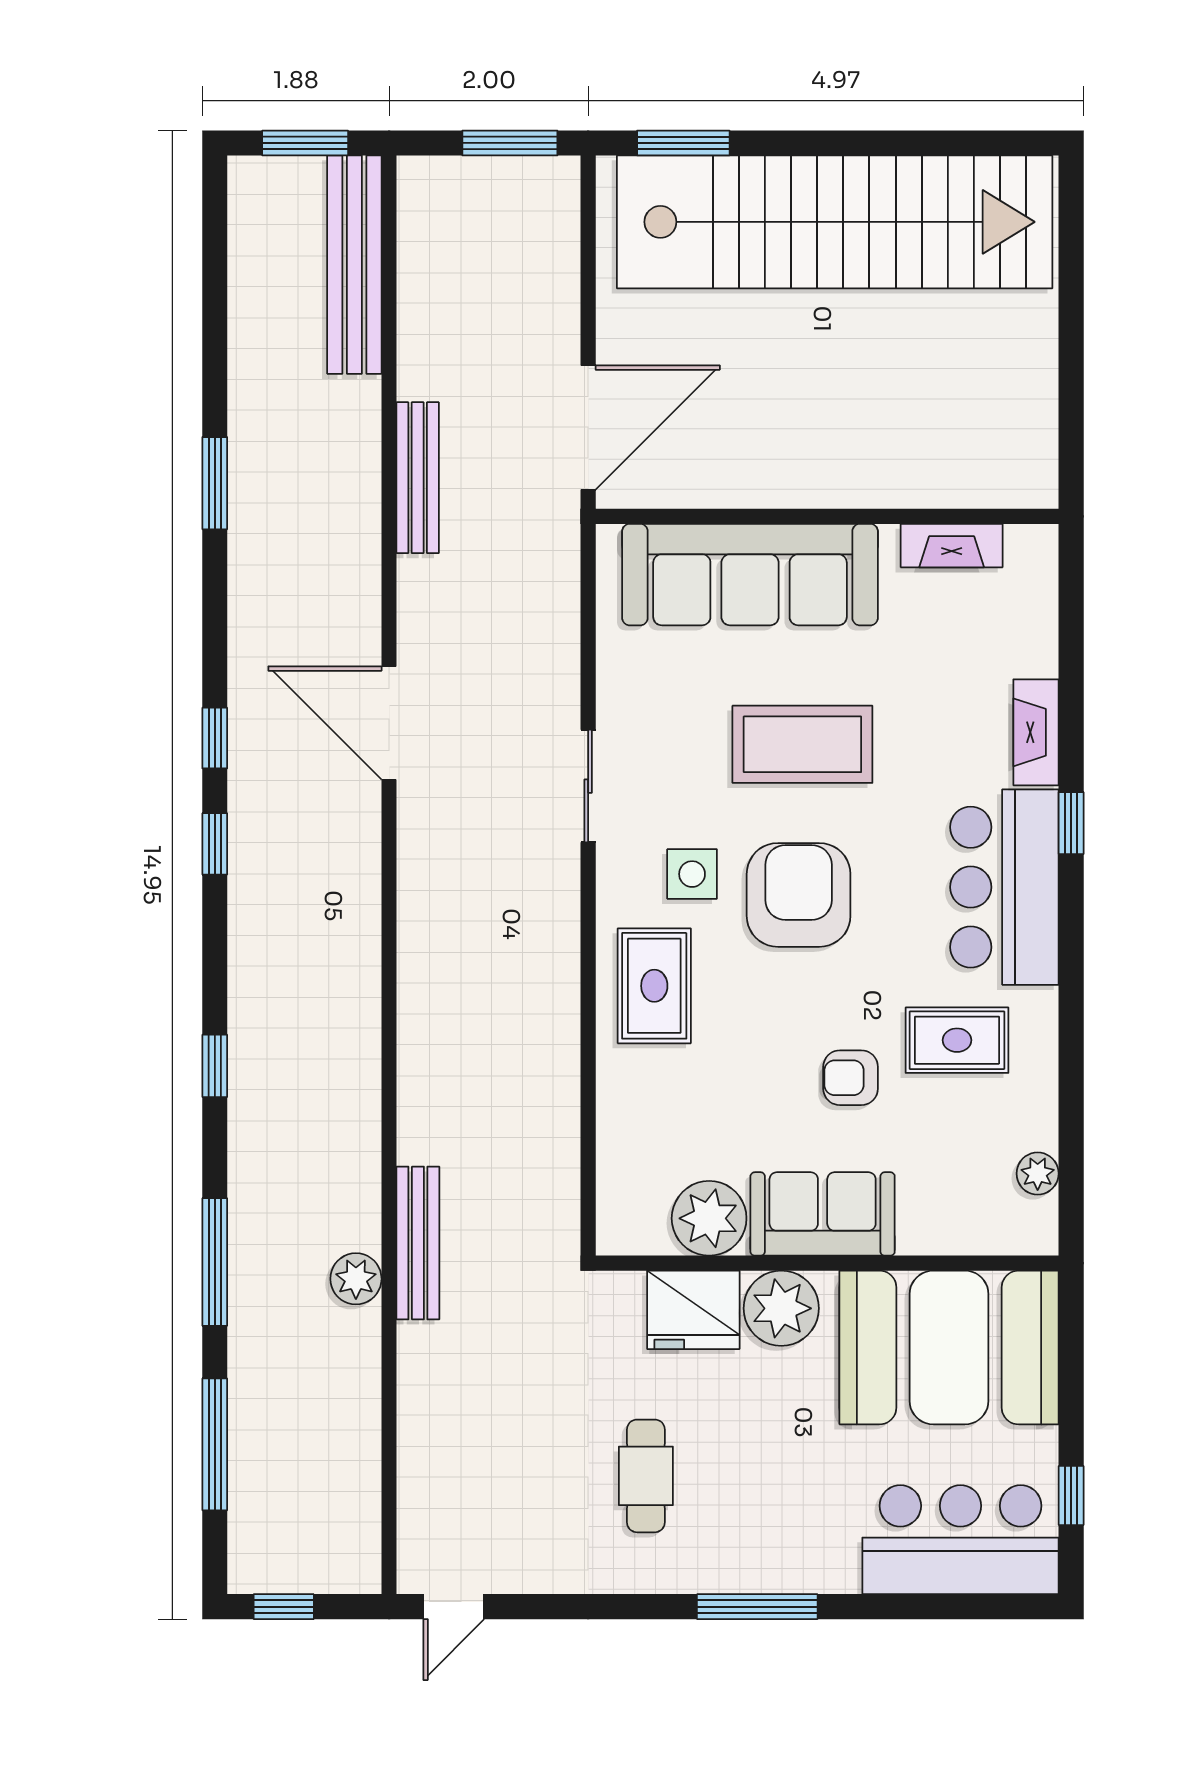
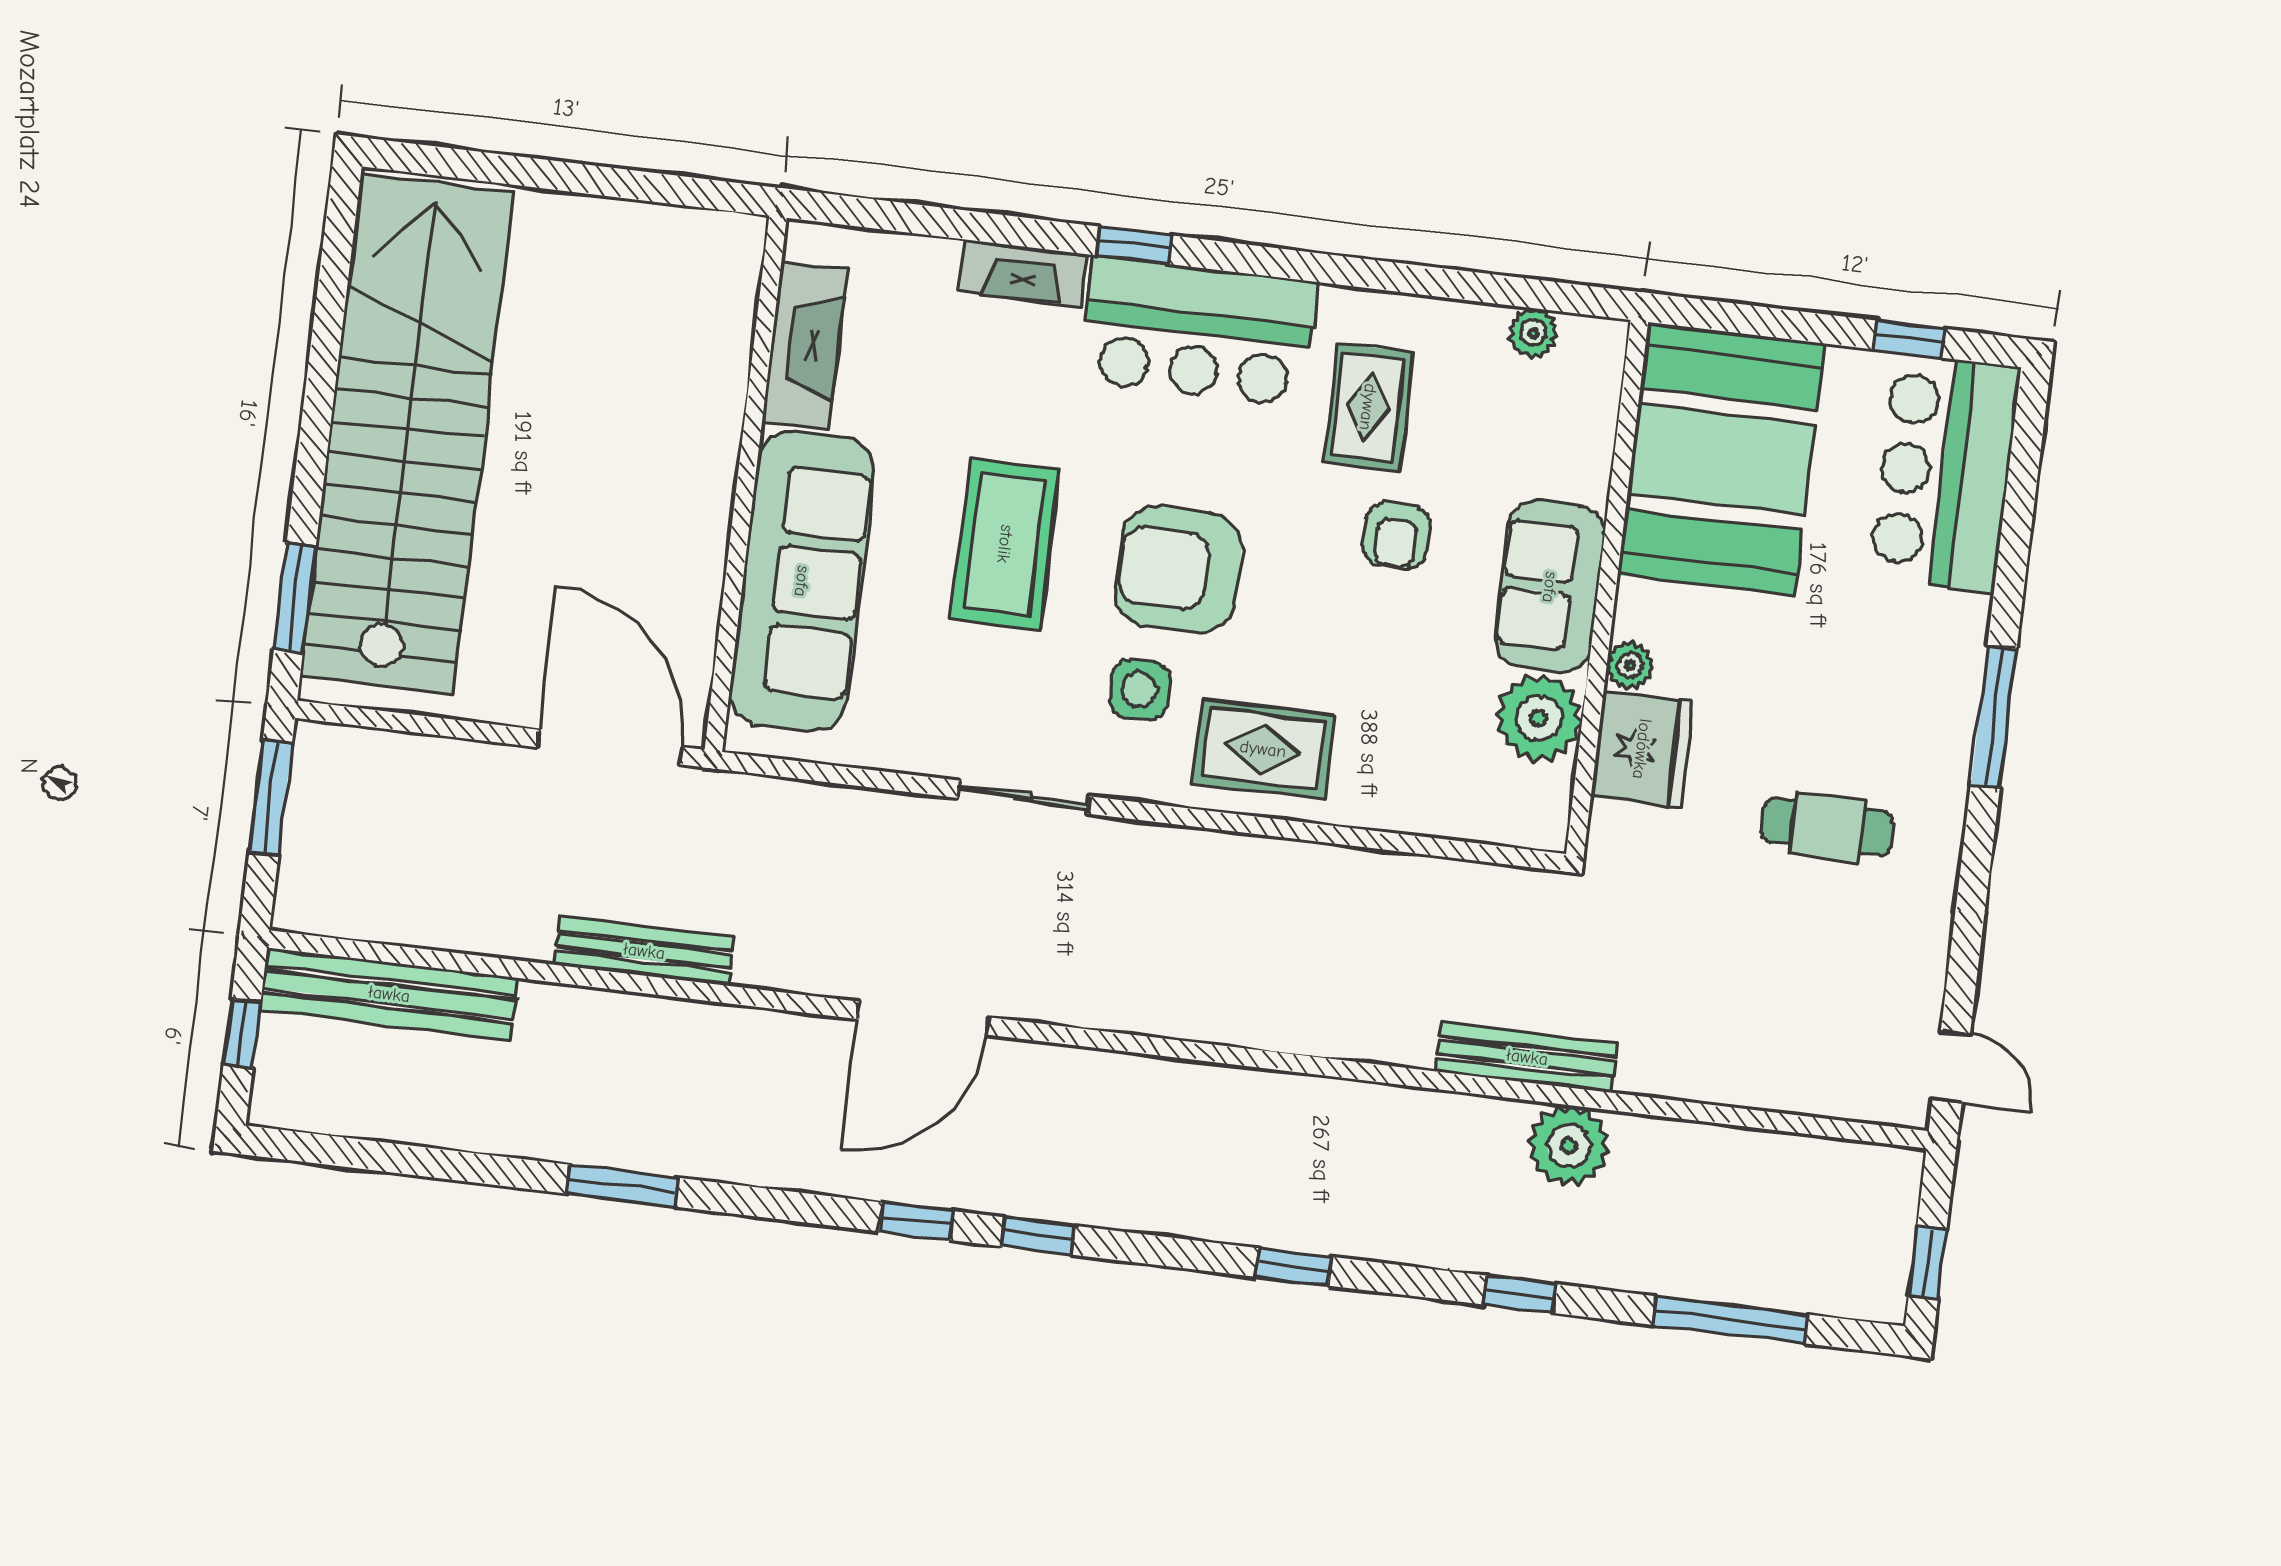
window: (305, 143) -> (242, 1034), width x0.67
fireplace: (952, 546) -> (805, 345), width x1.37, depth x1.32
window: (215, 1262) -> (1520, 1294), width x0.46
plant: (356, 1279) -> (1569, 1146), width x1.36, depth x1.36
plant: (781, 1308) -> (1630, 665), width x0.53, depth x0.53

